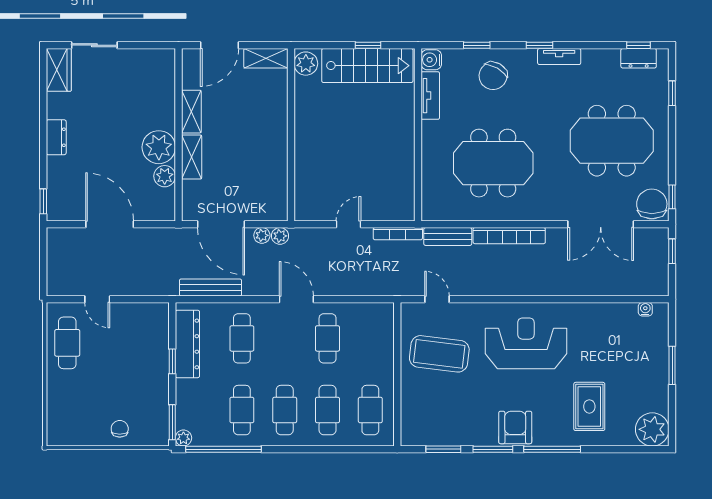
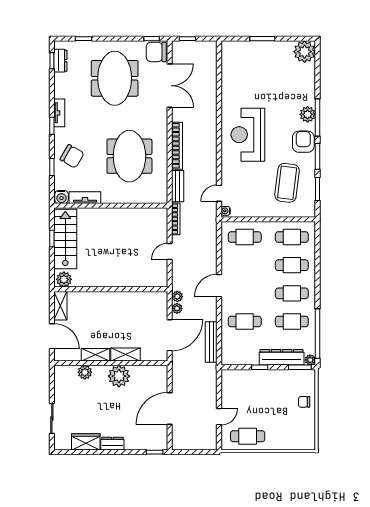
wardrobe: (59, 70) -> (86, 442), moved
plant: (165, 176) -> (85, 372), moved
door: (348, 224) -> (170, 251), hinge flipped
water cooler: (645, 309) -> (226, 211), moved
cafe table: (328, 338) -> (245, 237), moved
dresser: (187, 344) -> (282, 357), moved
coffee table: (439, 354) -> (287, 183), moved
rug: (589, 406) -> (289, 93), removed
armchair: (515, 427) -> (303, 142), turned 90
plant: (557, 434) -> (308, 114), added

